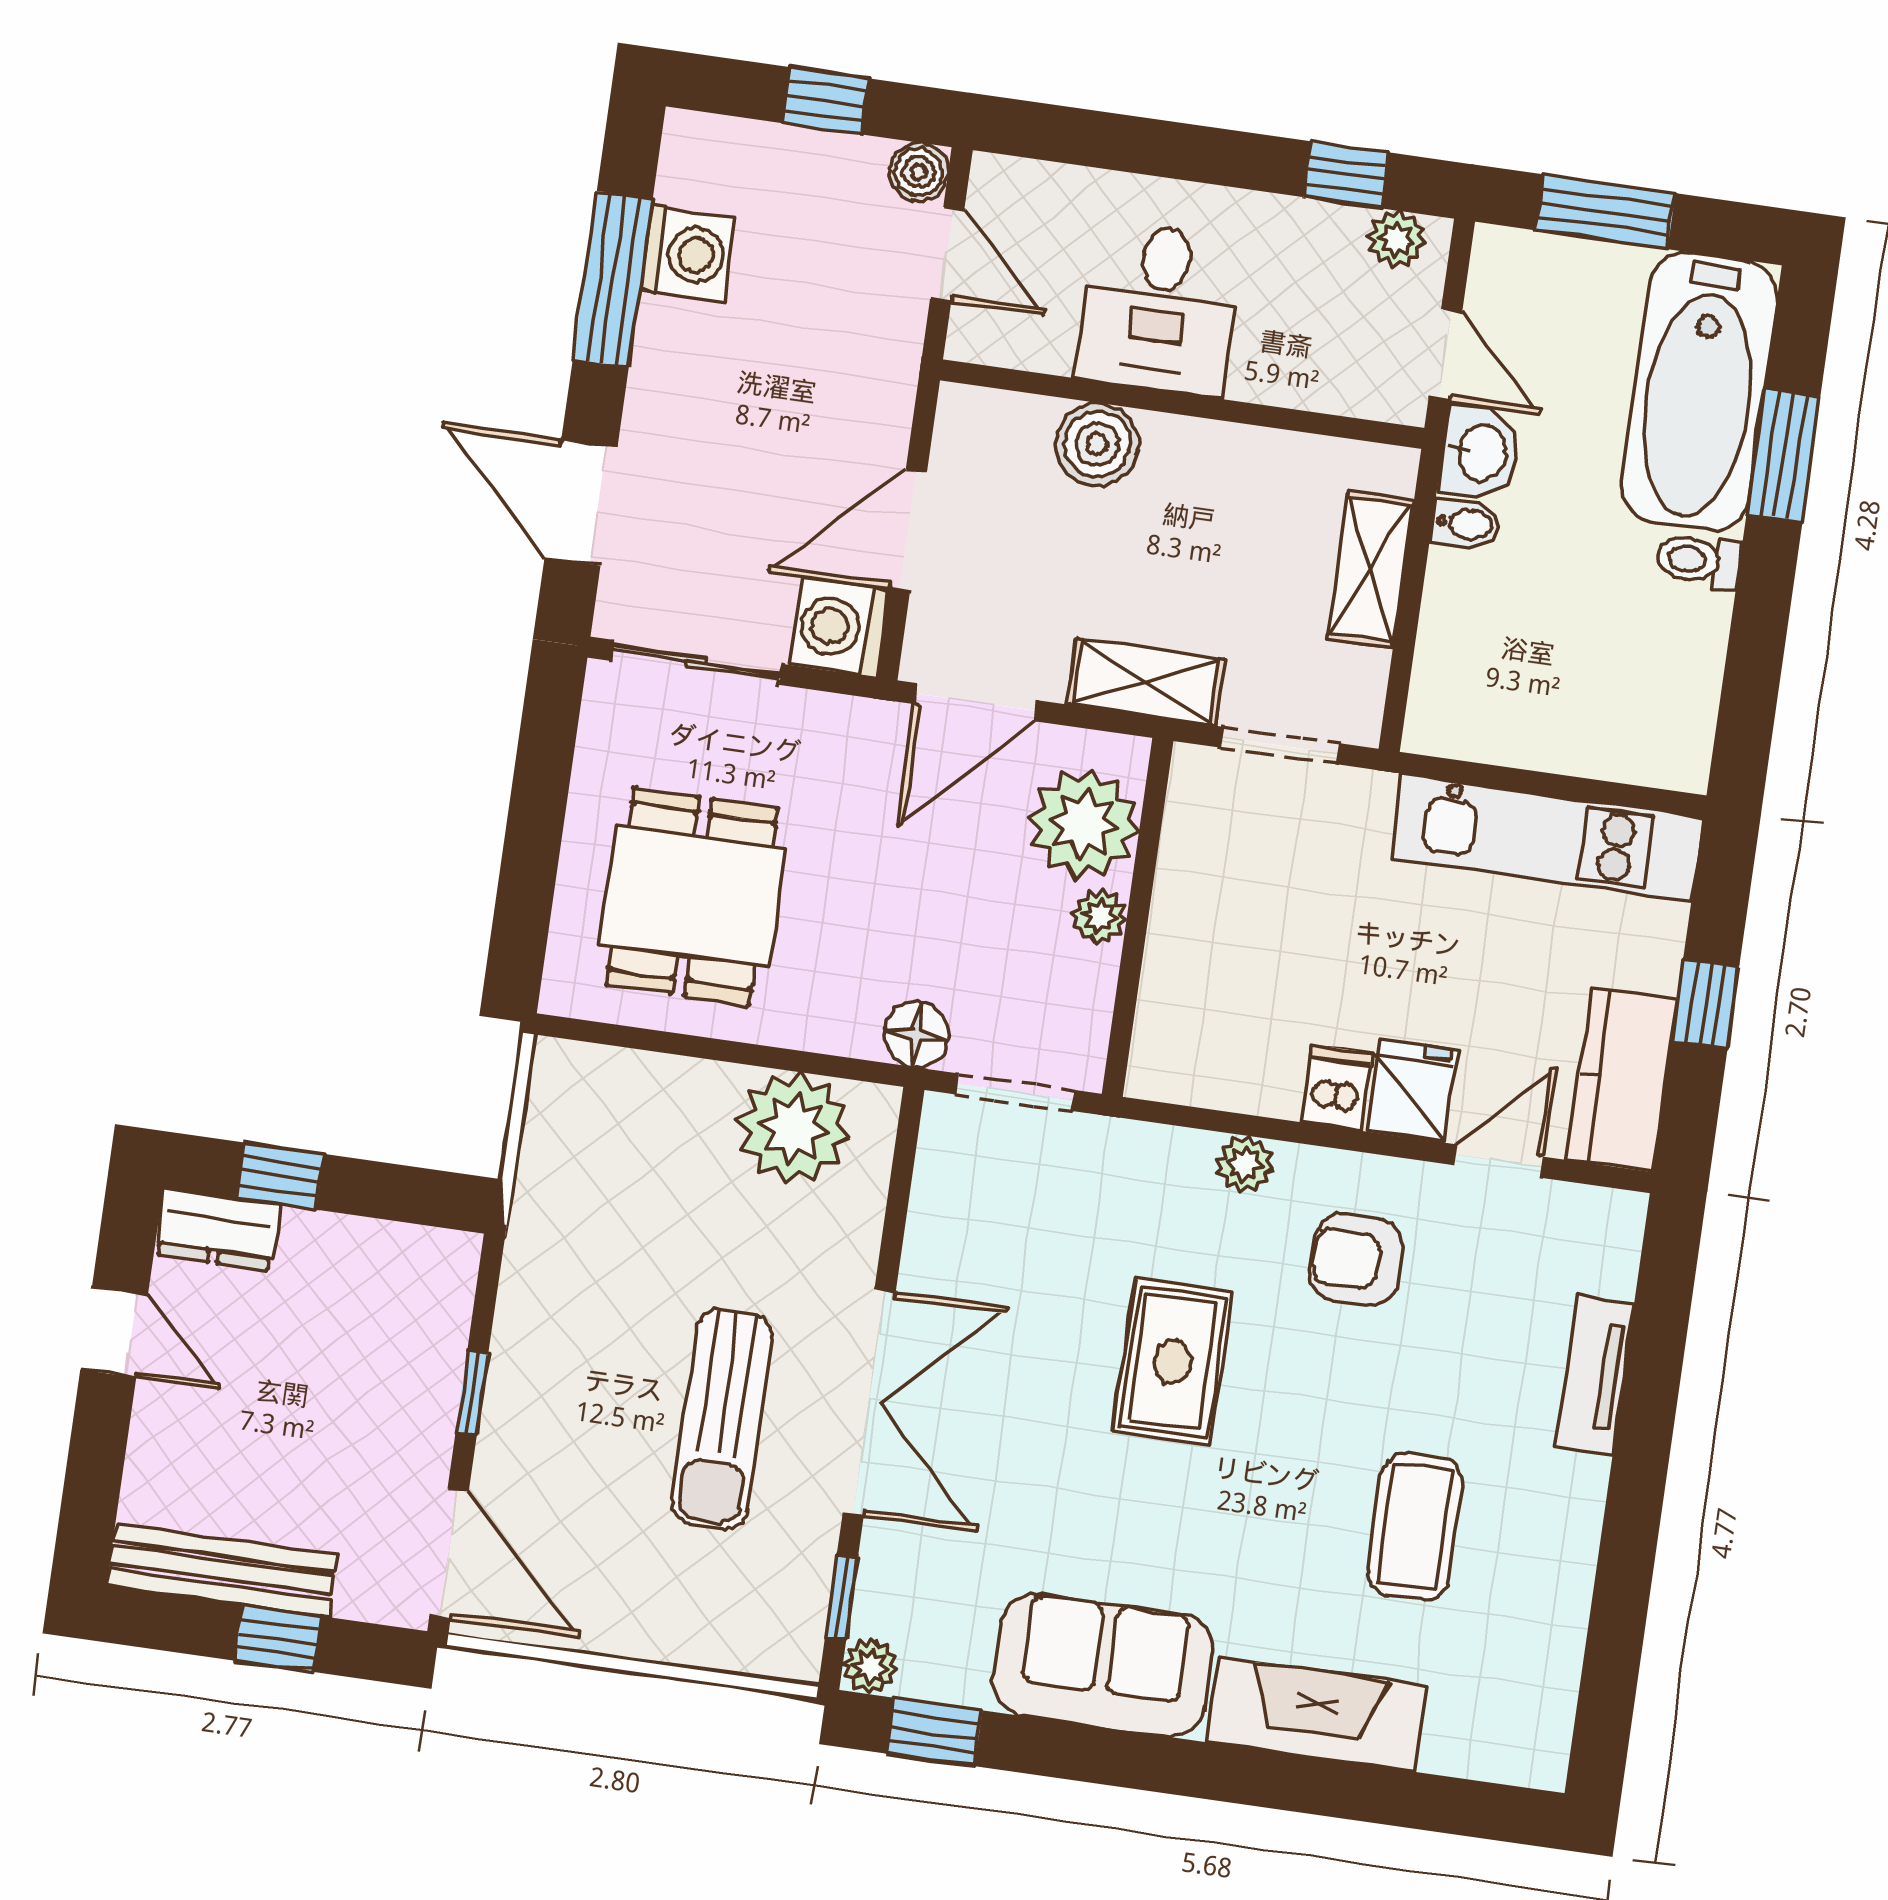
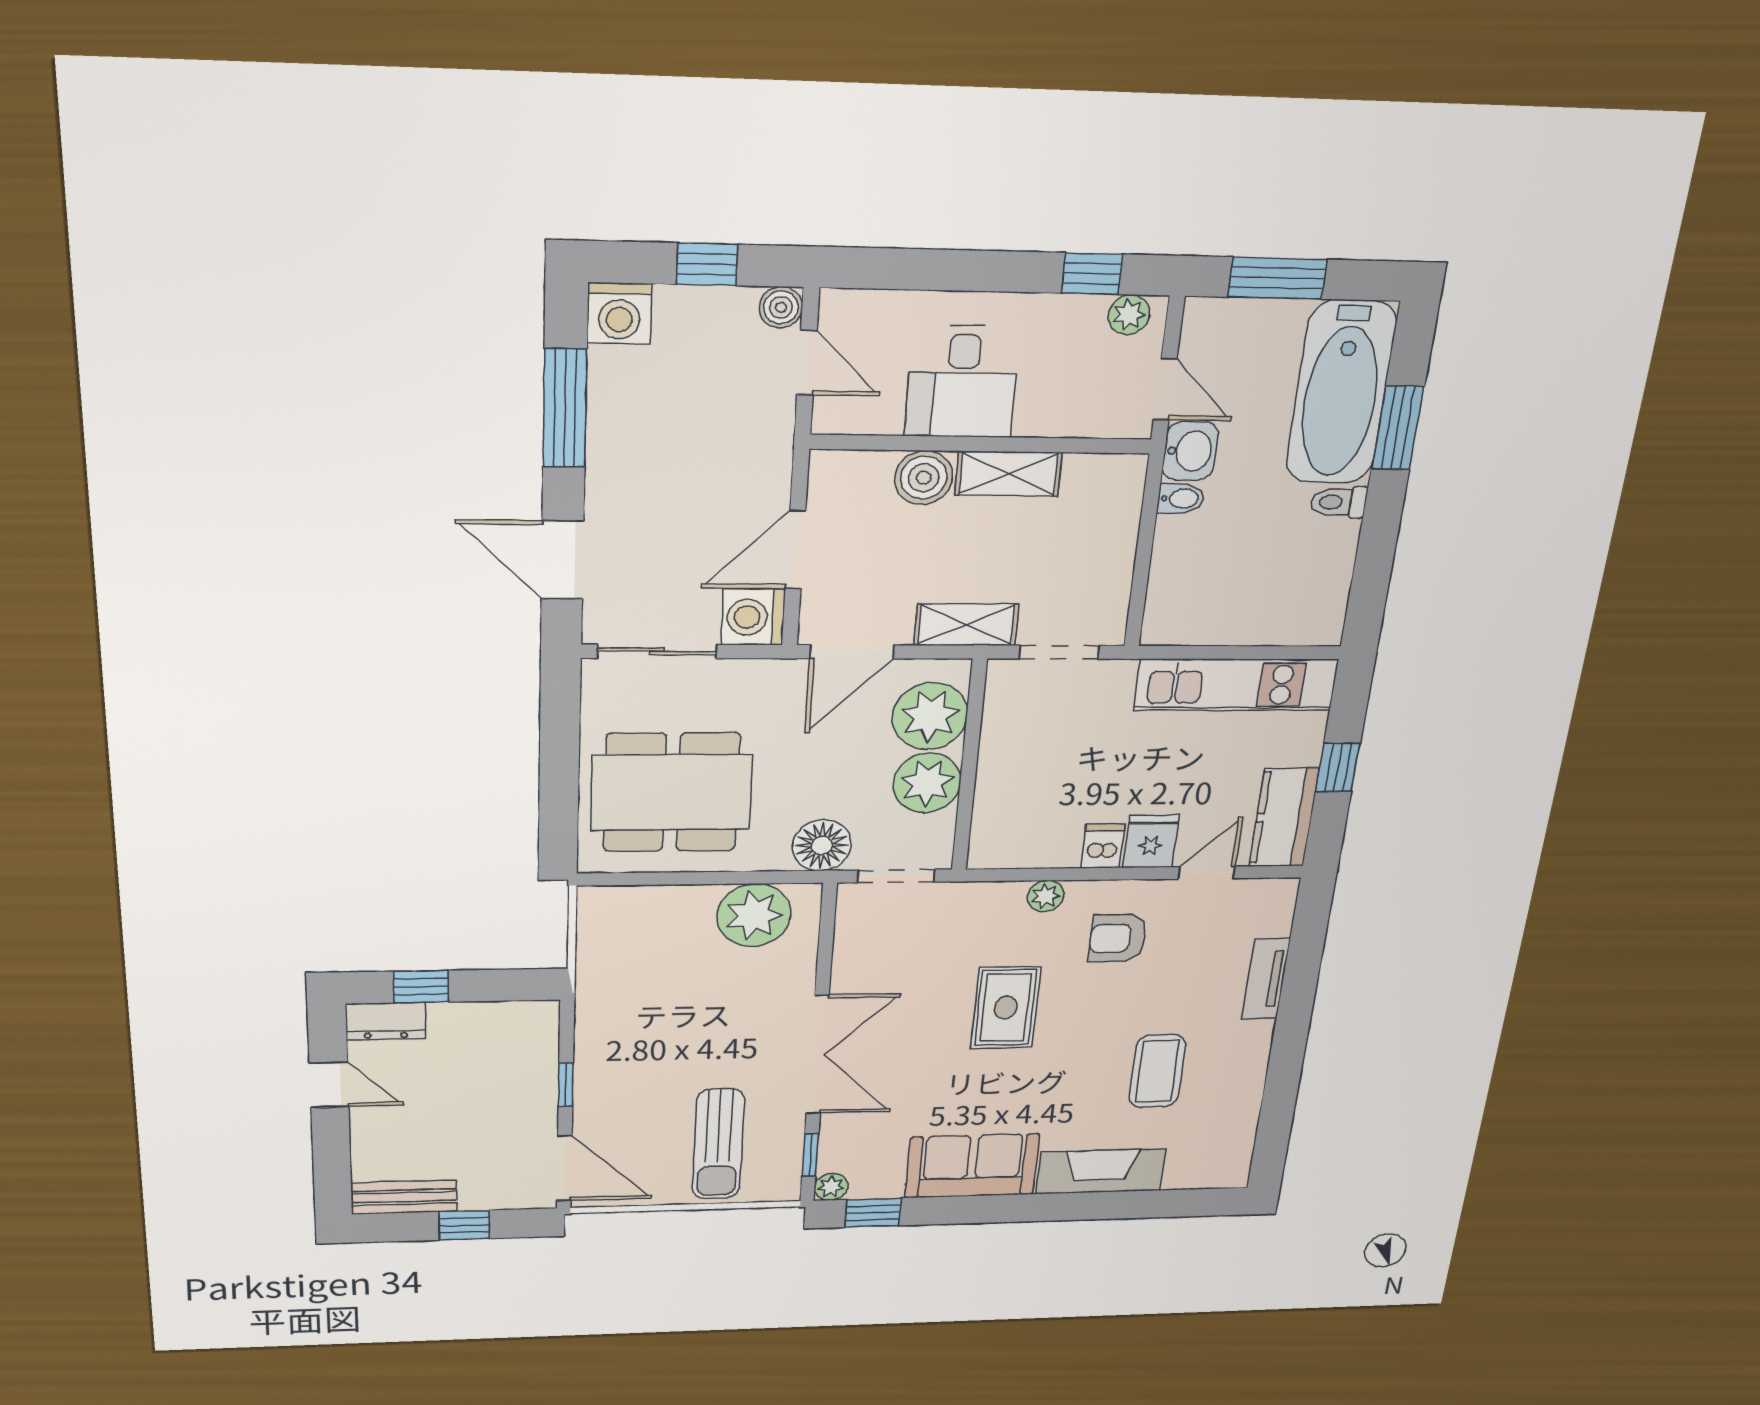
washing machine: (688, 254) -> (619, 313), moved, turned 90
shelving: (1370, 570) -> (1008, 474), moved, turned 90
dining table: (692, 896) -> (671, 792), width x1.38
plant: (1099, 916) -> (927, 783), width x1.88, depth x1.88
floor lamp: (917, 1035) -> (822, 845), width x1.38, depth x1.38
sun lounger: (722, 1419) -> (718, 1144), moved
bench: (222, 1570) -> (404, 1197), width x0.73

